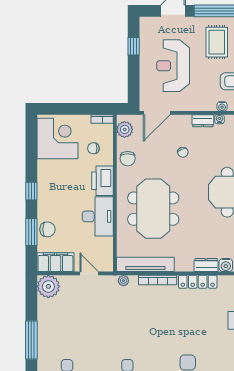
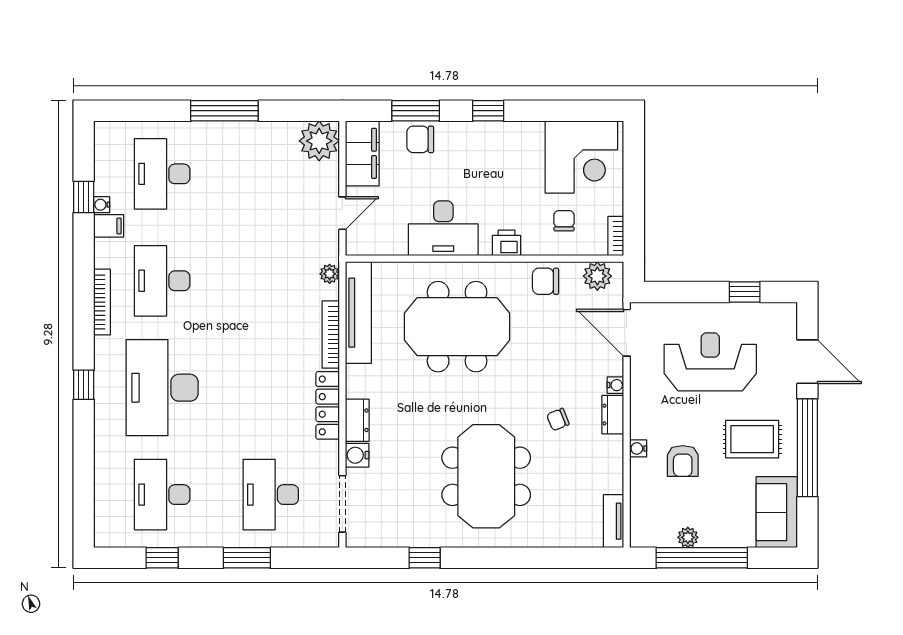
water cooler: (220, 119) -> (615, 385), moved
chair: (183, 152) -> (558, 419), moved
printer: (103, 181) -> (506, 243), width x0.53, depth x0.68
chair: (48, 229) -> (420, 139), turned 90

